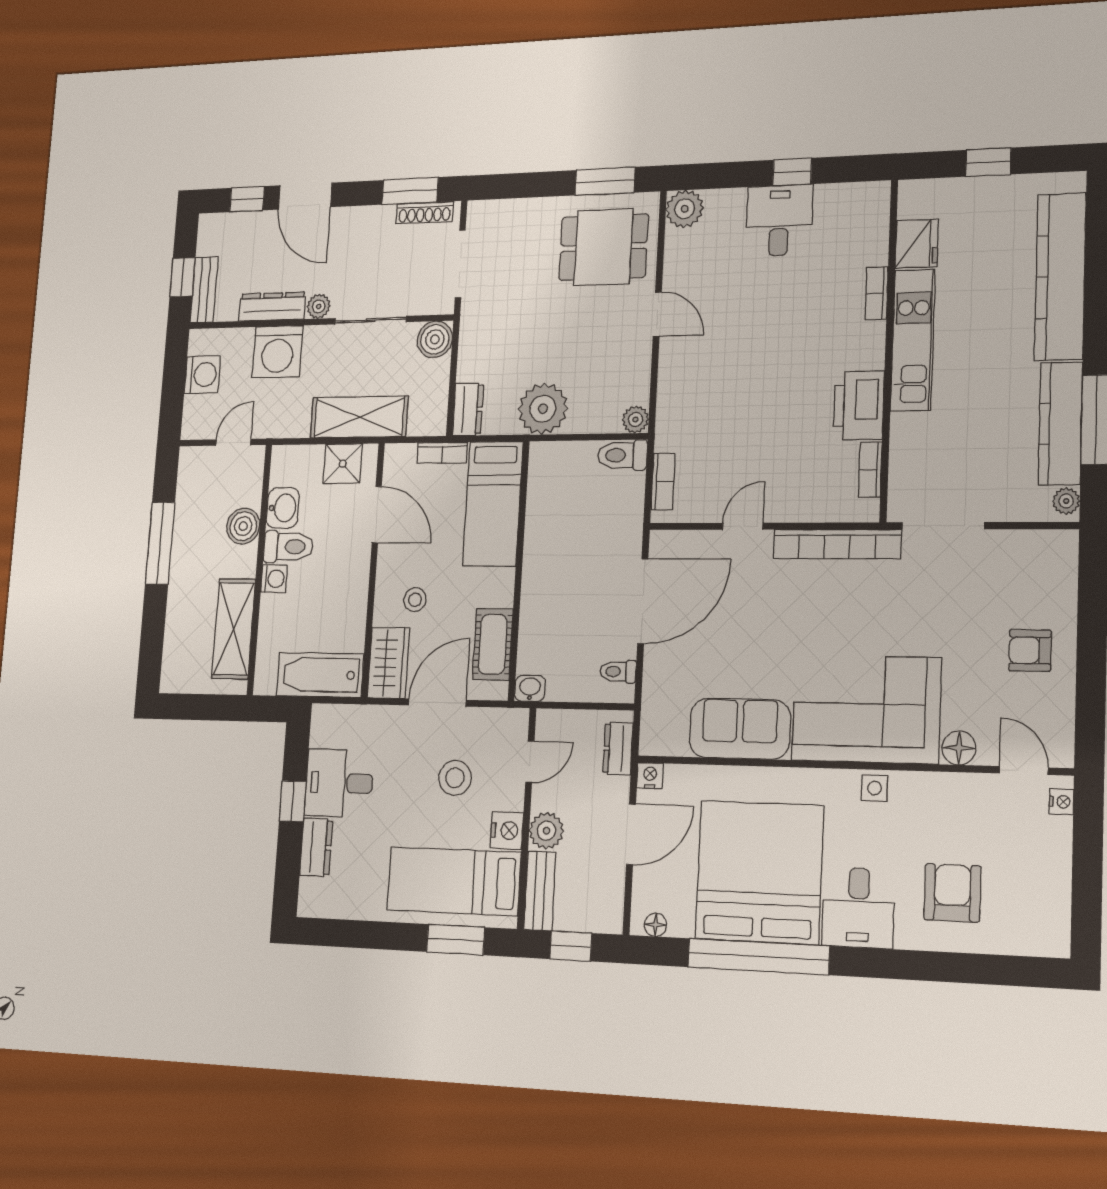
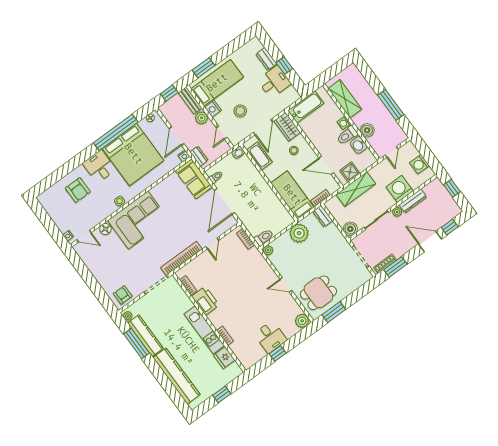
bench: (204, 290) -> (441, 190), removed
armchair: (1030, 650) -> (123, 295), moved, turned -90
sofa: (740, 729) -> (194, 179), moved, turned 90

